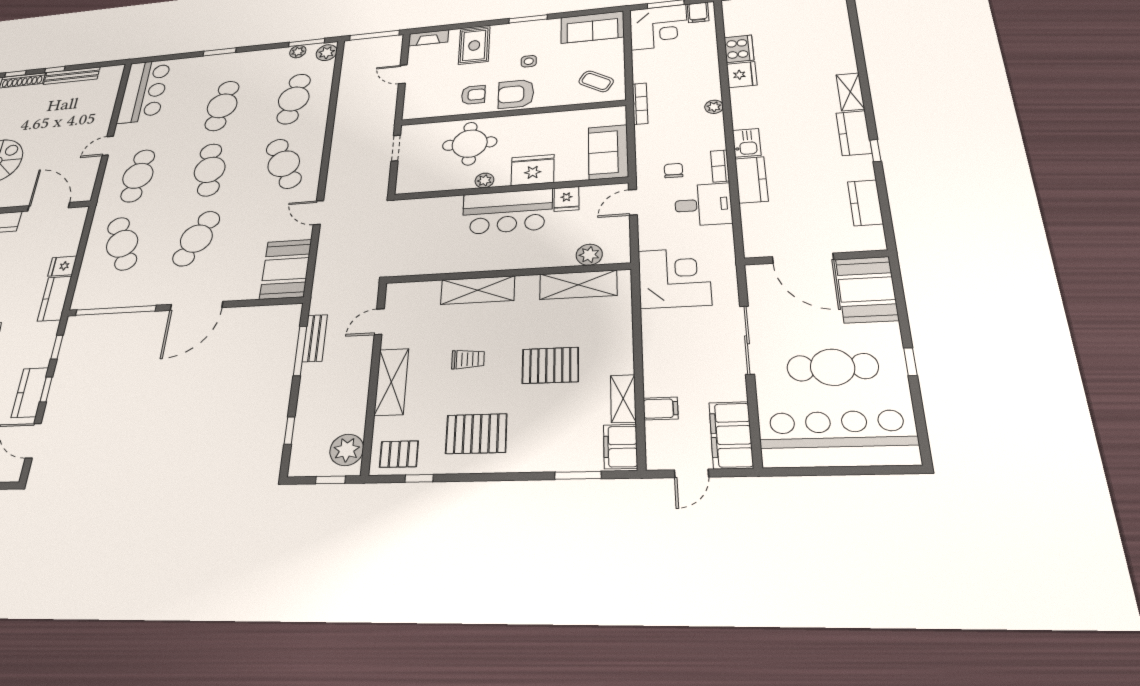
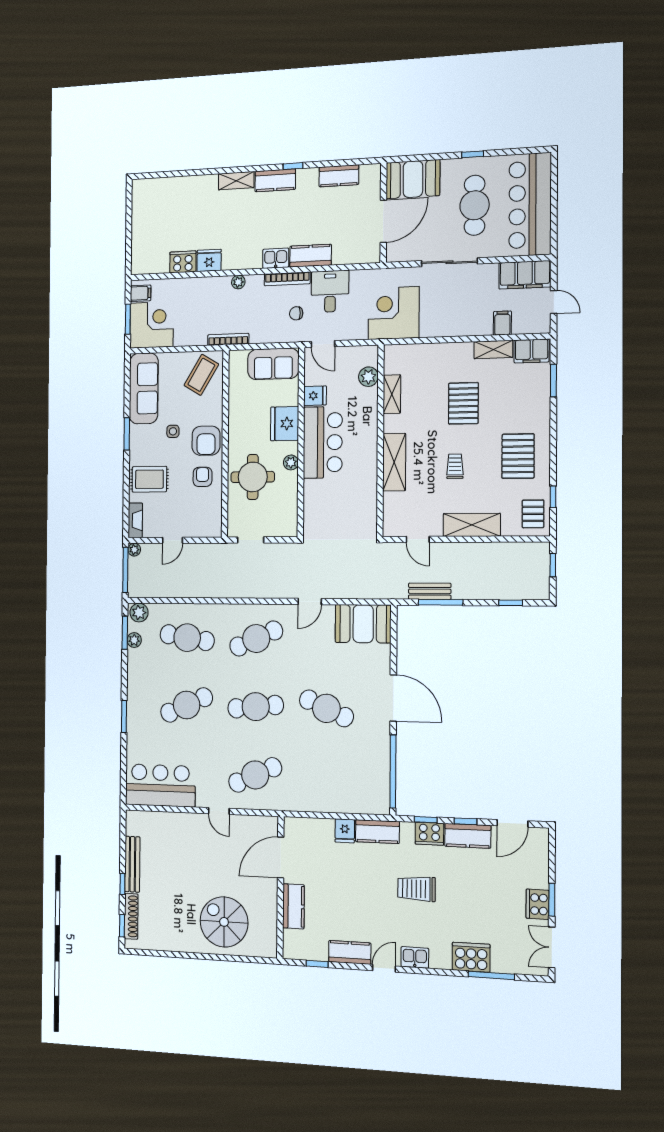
sofa: (592, 27) -> (144, 388), width x1.36
coffee table: (596, 81) -> (201, 375), width x1.36, depth x1.30
cafe table: (222, 106) -> (187, 705), turned -33
bookcase: (720, 166) -> (287, 279), width x1.56
cafe table: (138, 176) -> (255, 775), turned -30
cafe table: (122, 244) -> (326, 777), removed
shelving: (578, 285) -> (392, 394), width x0.67, depth x0.75
cooker: (41, 352) -> (429, 834), added
plant: (347, 450) -> (134, 550), moved, width x0.53, depth x0.53

